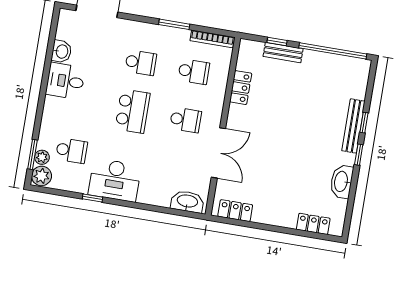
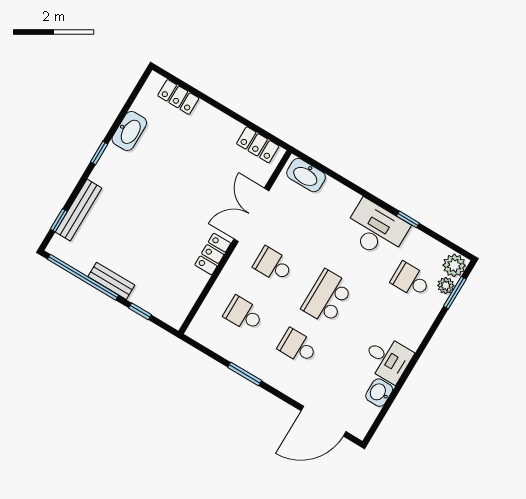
bookcase: (212, 39) -> (209, 342), removed
bench: (283, 53) -> (111, 281), moved
locker: (241, 88) -> (213, 254), moved
window: (364, 123) -> (59, 220), moved
bench: (353, 126) -> (79, 210), moved

